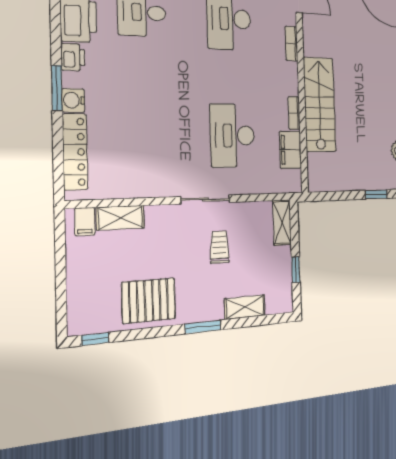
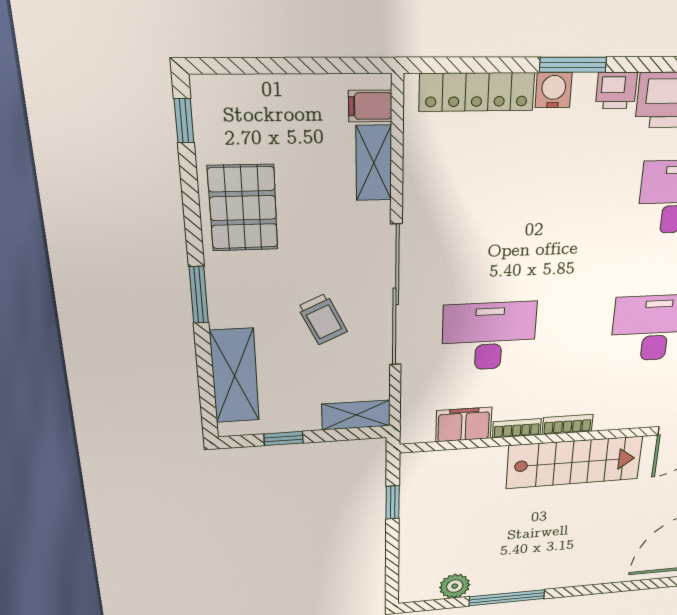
bookcase: (291, 44) -> (568, 424), moved
stairs: (320, 105) -> (574, 462), moved
window: (376, 194) -> (393, 502), moved
sliding door: (205, 200) -> (396, 296), width x1.86
trolley: (219, 247) -> (323, 319), turned 65
shelving: (245, 307) -> (235, 376), width x1.50, depth x1.33

